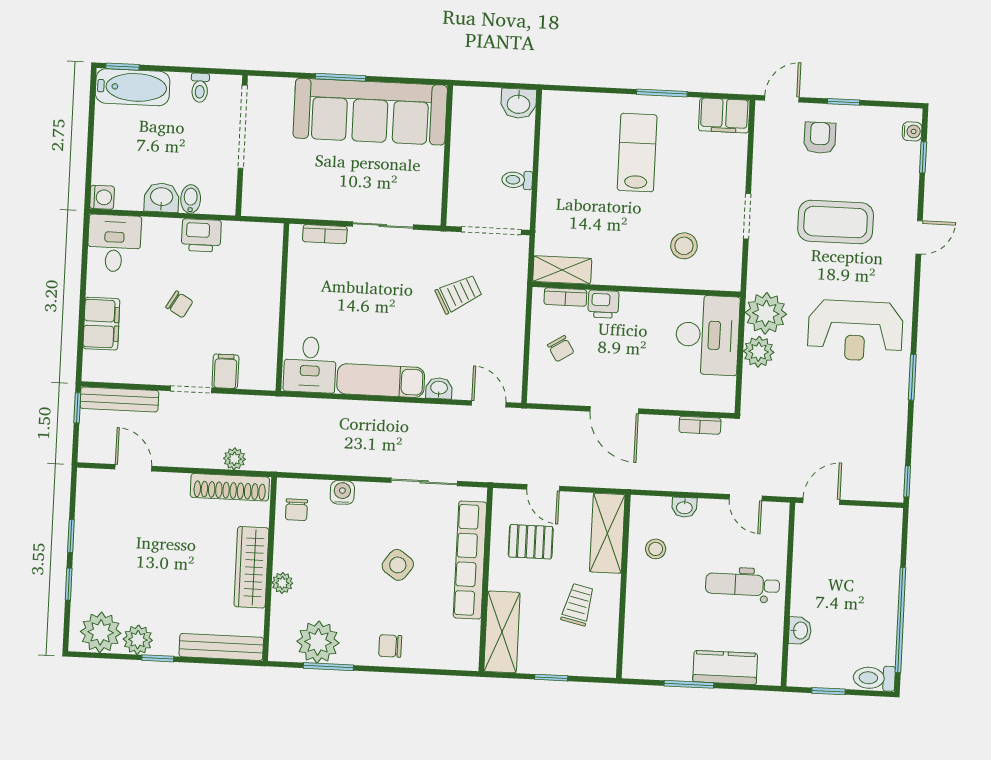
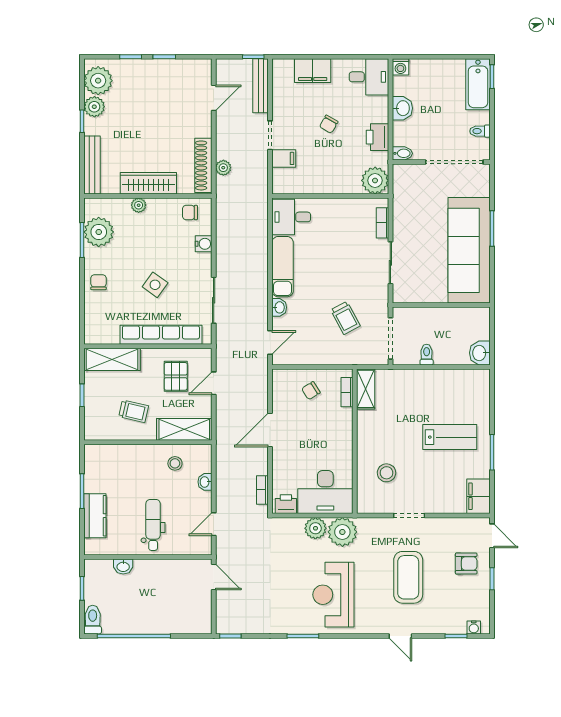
bidet: (191, 199) -> (402, 153), moved
plant: (263, 242) -> (375, 180), added
printer: (603, 304) -> (286, 504), moved, turned 90

